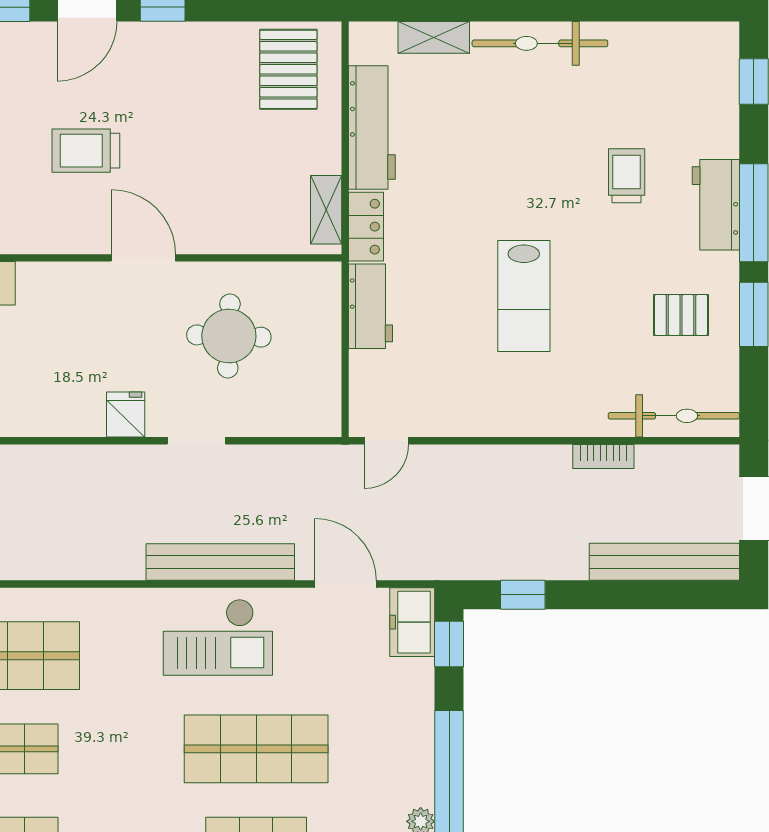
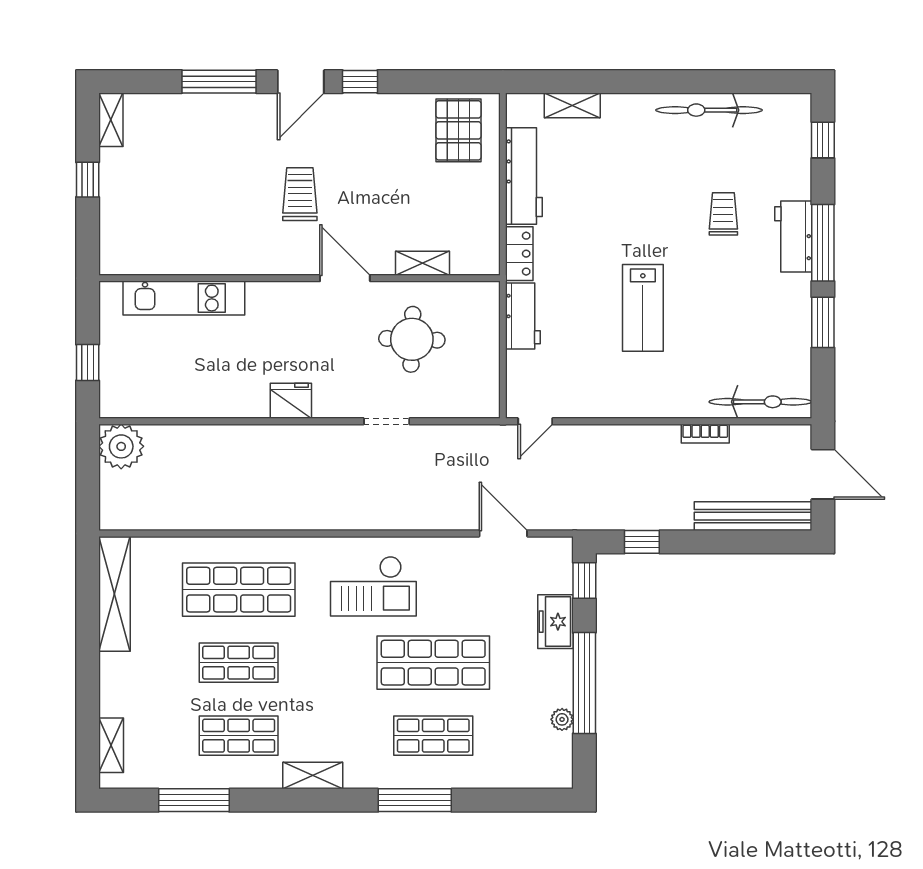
bicycle: (540, 43) -> (709, 110), moved
trolley: (86, 151) -> (300, 194), turned 90
shelving: (326, 210) -> (423, 263), moved, turned 90
pallet: (681, 315) -> (766, 323), removed
fridge: (126, 414) -> (291, 401), moved, width x1.38
bench: (220, 562) -> (405, 516), removed
freezer: (412, 622) -> (556, 622), moved
checkout: (218, 637) -> (373, 586), moved

